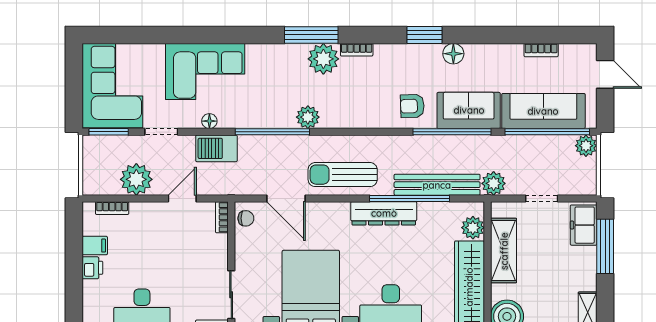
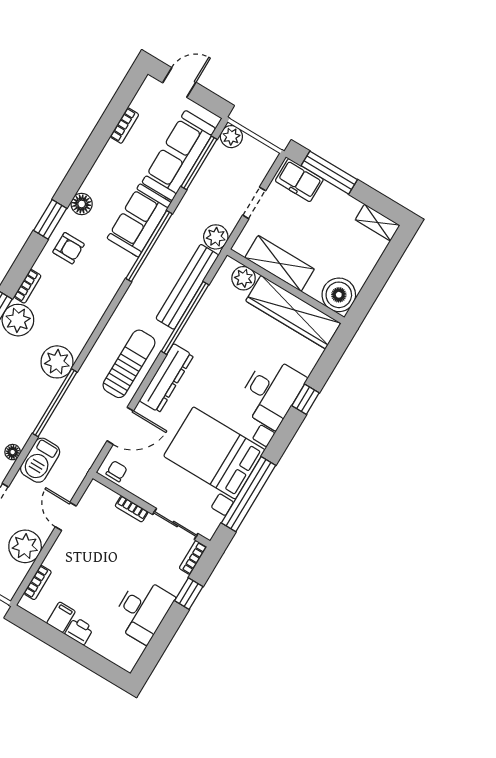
armchair: (412, 106) -> (69, 248), moved, turned -88
plant: (308, 117) -> (57, 362), width x1.36, depth x1.36
window: (547, 132) -> (199, 163), width x0.68
sun lounger: (343, 175) -> (129, 364), turned 180
dresser: (384, 213) -> (166, 378), moved
bookcase: (222, 217) -> (132, 509), moved

